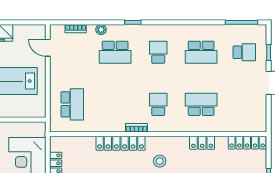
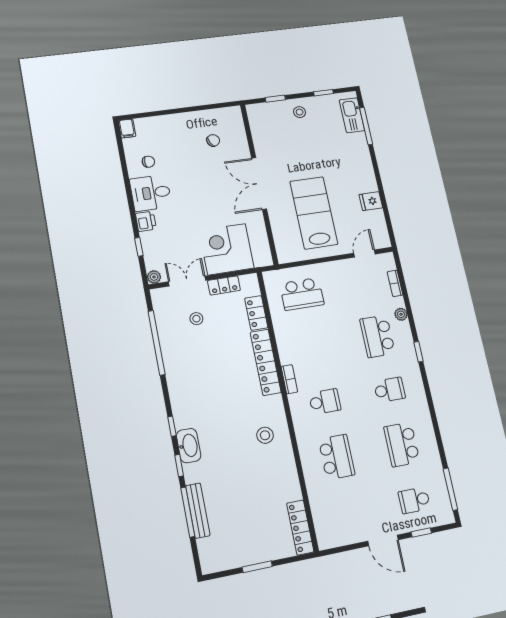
school desk: (244, 52) -> (414, 500), turned 90
locker: (202, 143) -> (256, 313), moved
stool: (160, 161) -> (265, 435), moved

